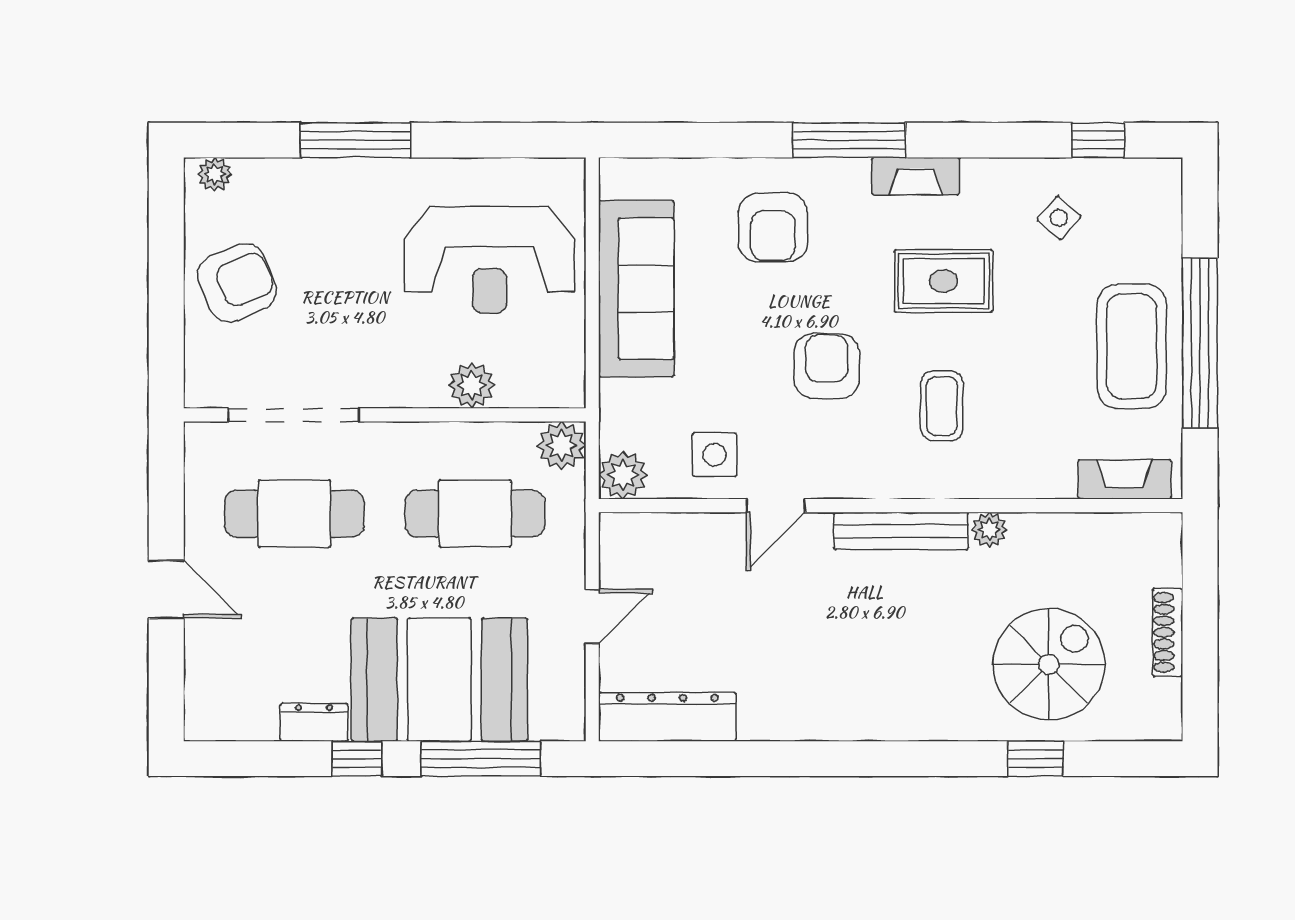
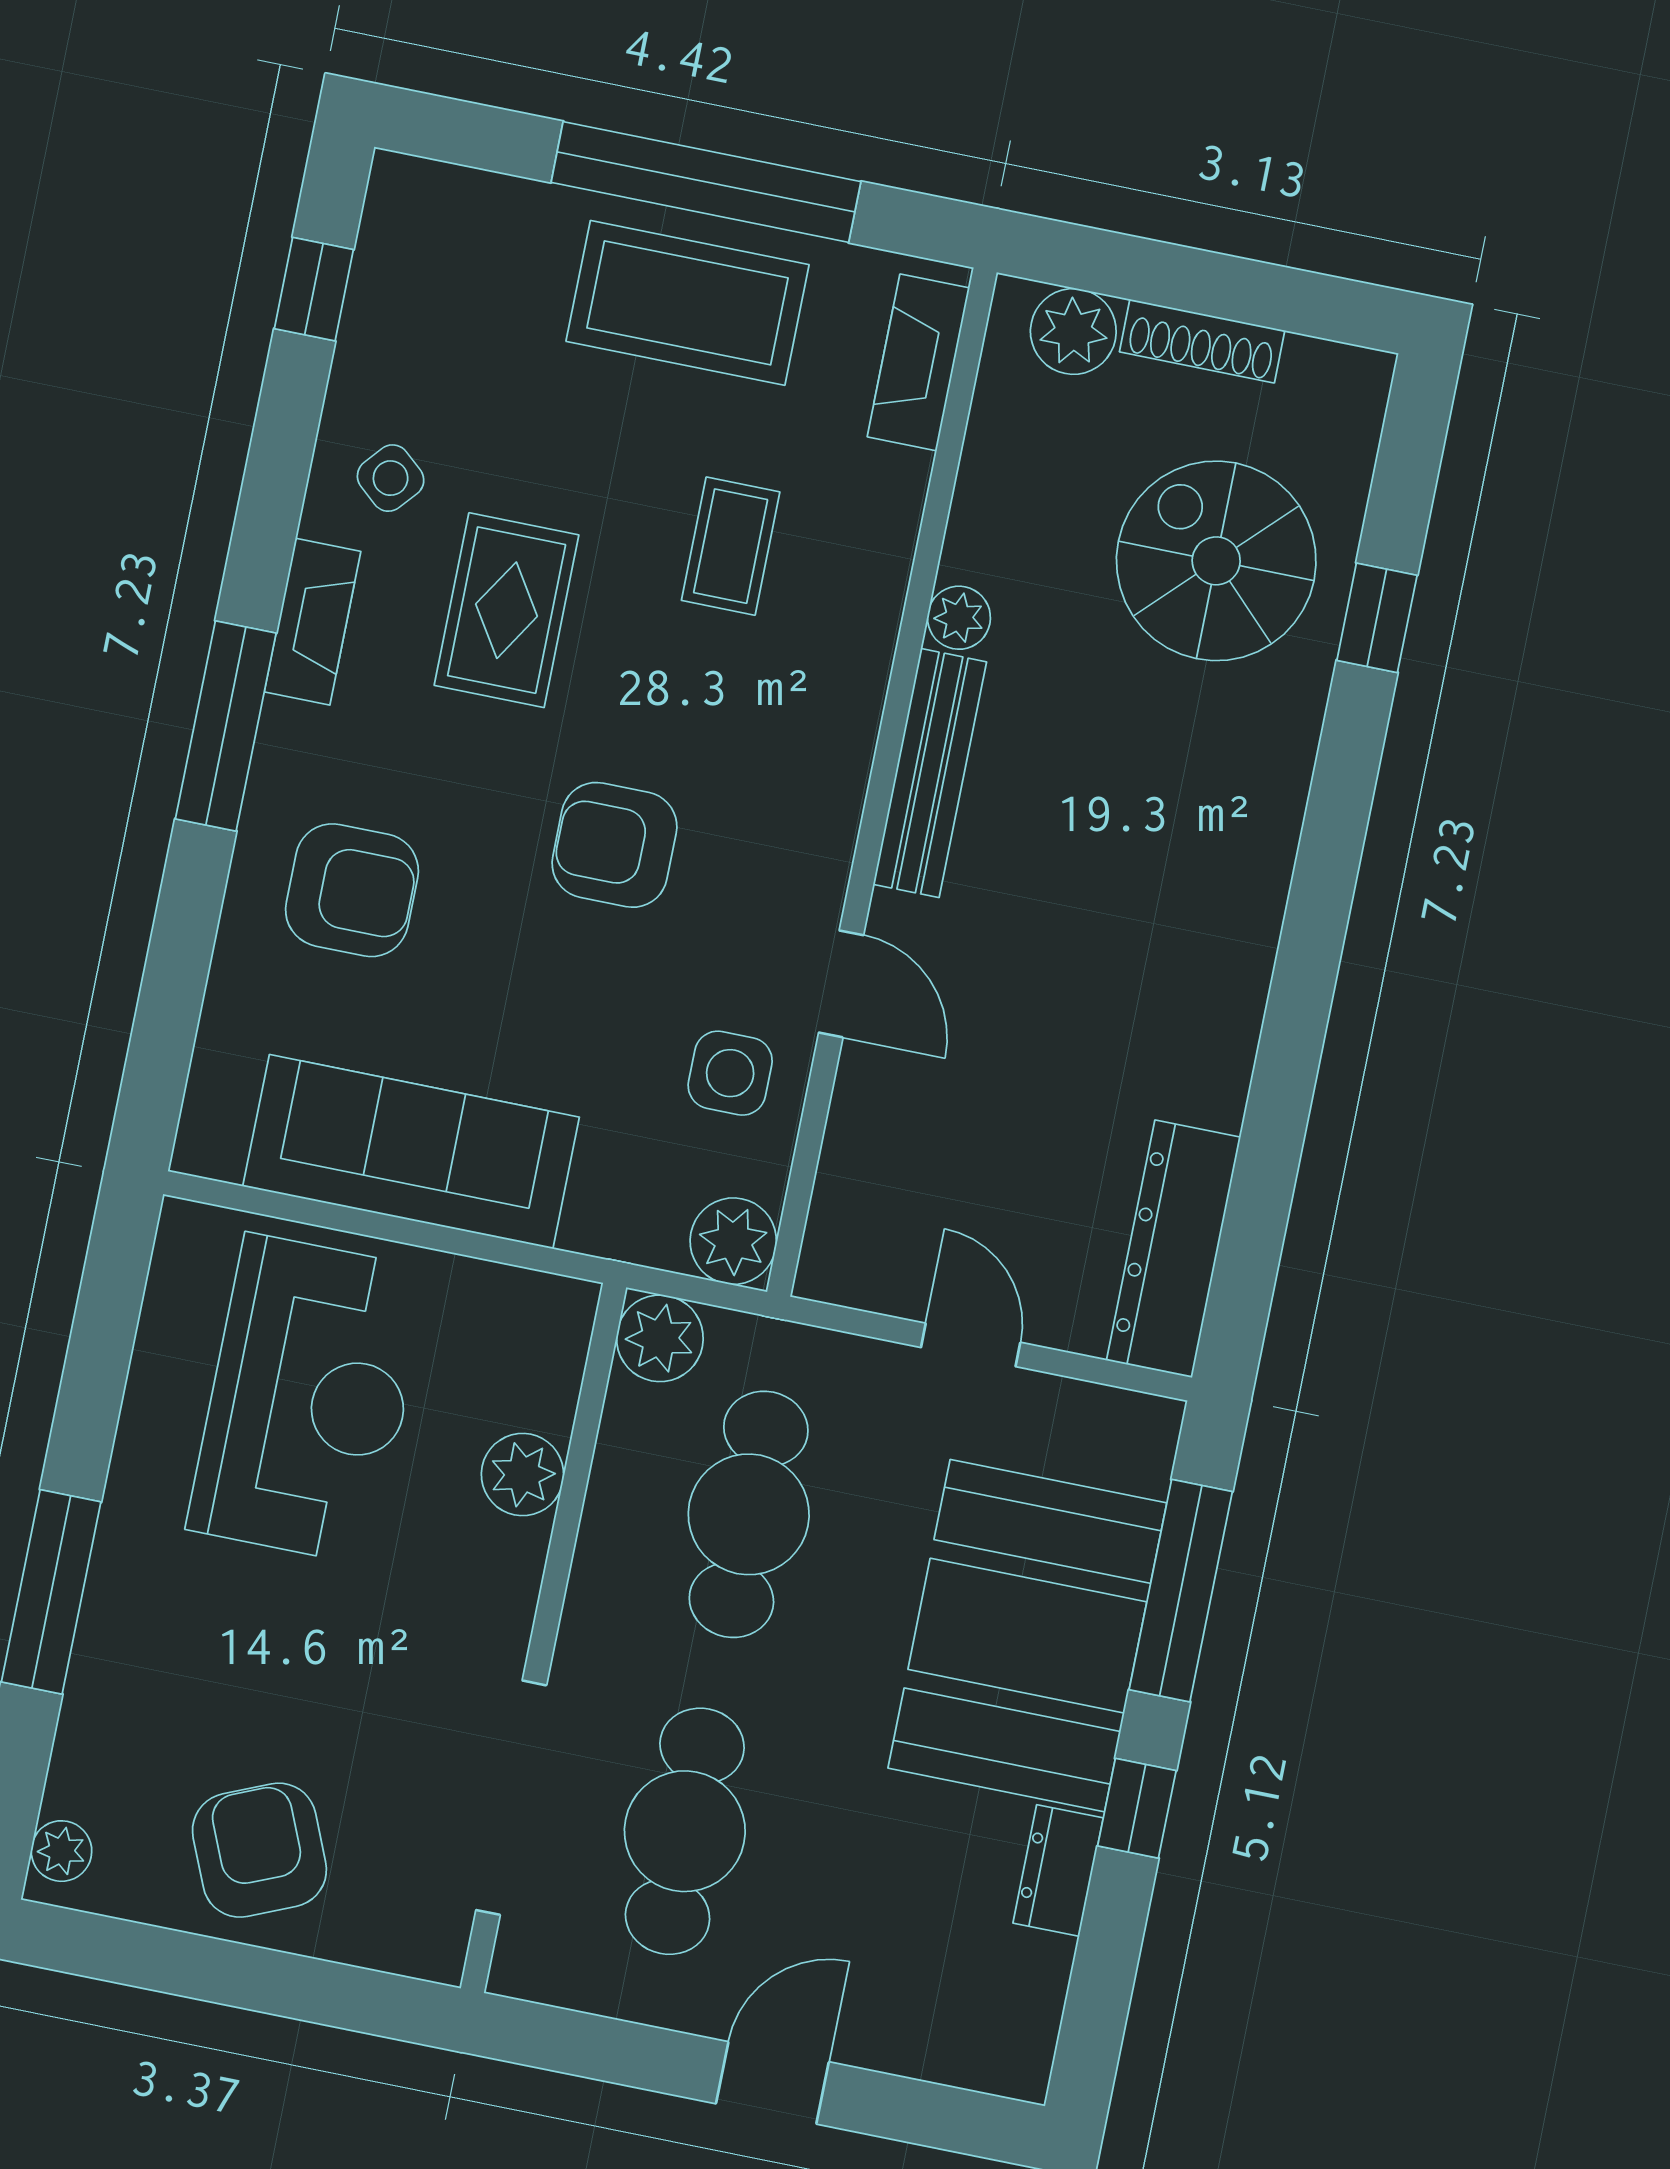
side table: (1059, 218) -> (391, 478), moved
coffee table: (942, 406) -> (731, 546), moved, turned 90
plant: (1159, 561) -> (1073, 331), added

